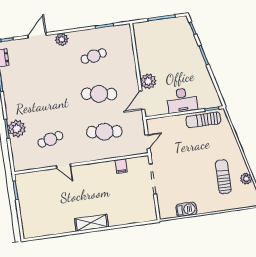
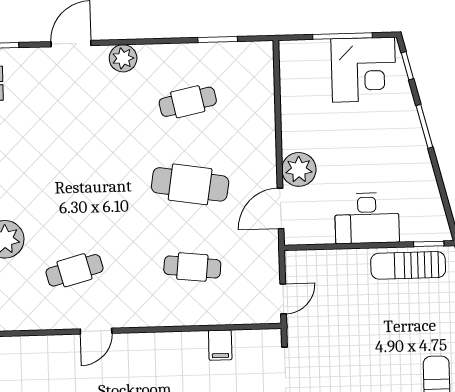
corner desk: (173, 32) -> (364, 70), added
cafe table: (104, 132) -> (192, 267), width x0.73, depth x0.74
door: (63, 166) -> (96, 331), hinge flipped

